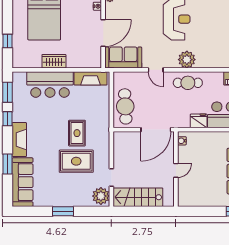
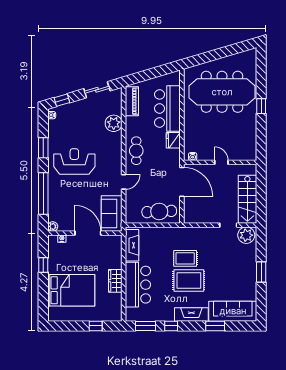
plant: (187, 60) -> (114, 123), moved
rug: (76, 161) -> (189, 280), moved, turned 90

